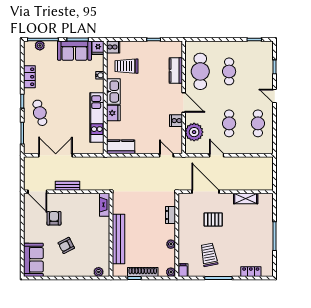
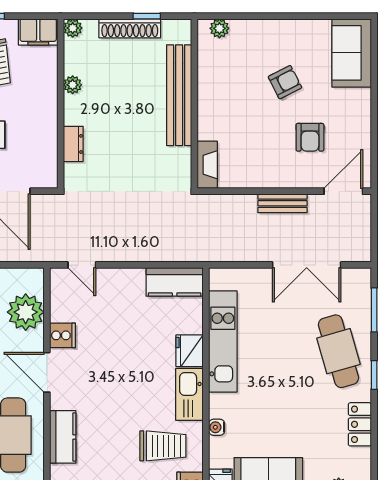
cafe table: (40, 113) -> (338, 351), width x1.37, depth x1.35
door: (37, 192) -> (343, 191), hinge flipped
filing cabinet: (183, 270) -> (38, 32), width x2.00

